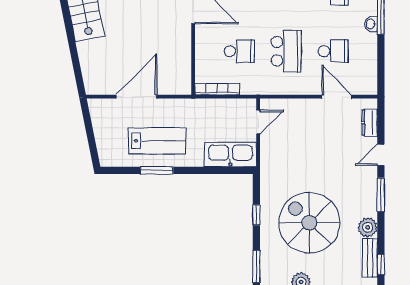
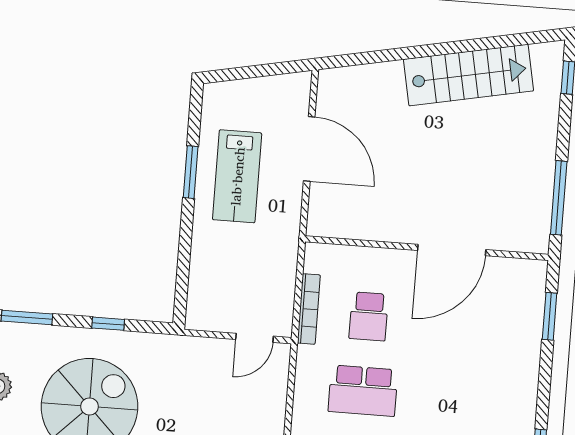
bookcase: (217, 89) -> (309, 309), moved
door: (258, 122) -> (254, 338), hinge flipped
kitchen sink: (230, 154) -> (207, 290), removed

